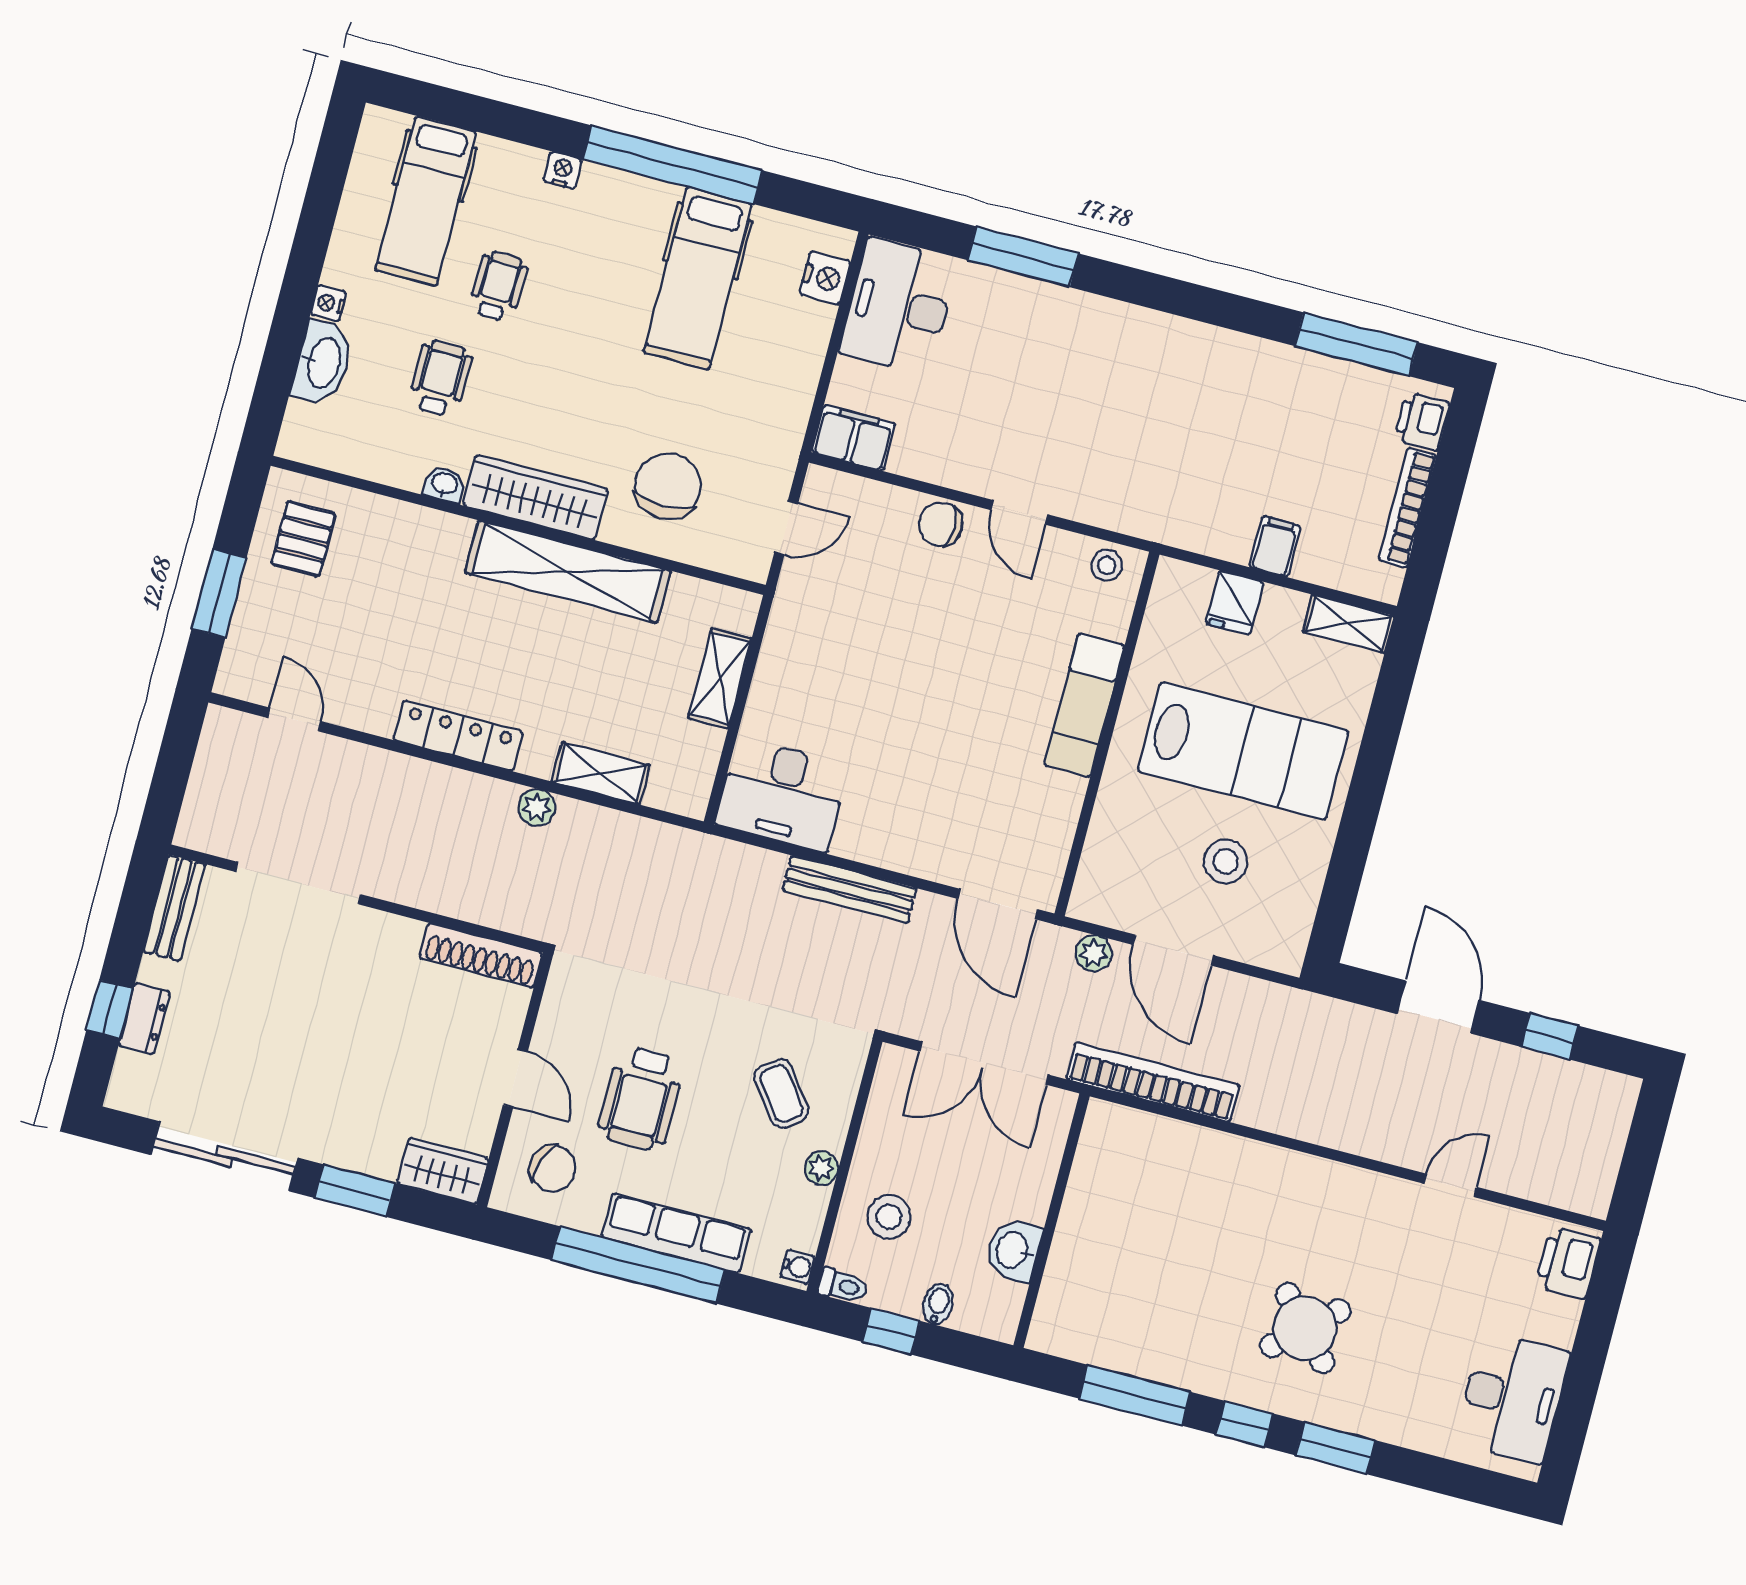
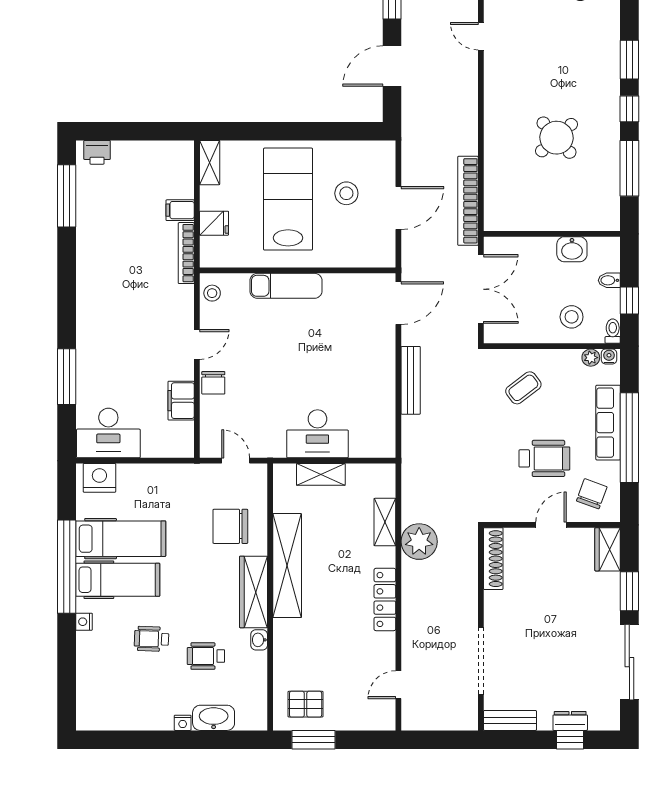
hospital bed: (426, 201) -> (118, 580), moved
nightstand: (825, 278) -> (99, 478), width x1.36, depth x1.33
filing cabinet: (854, 438) -> (181, 401), moved
bookcase: (1407, 507) -> (186, 253), moved, turned 90
window: (219, 593) -> (314, 740), moved
desk: (782, 795) -> (317, 434), moved, turned 90
plant: (537, 807) -> (419, 542), width x1.88, depth x1.88
plant: (1094, 953) -> (411, 248), removed
plant: (821, 1168) -> (591, 358), moved
round table: (1305, 1328) -> (557, 138), moved

